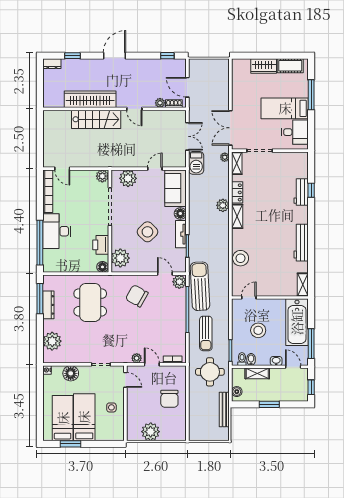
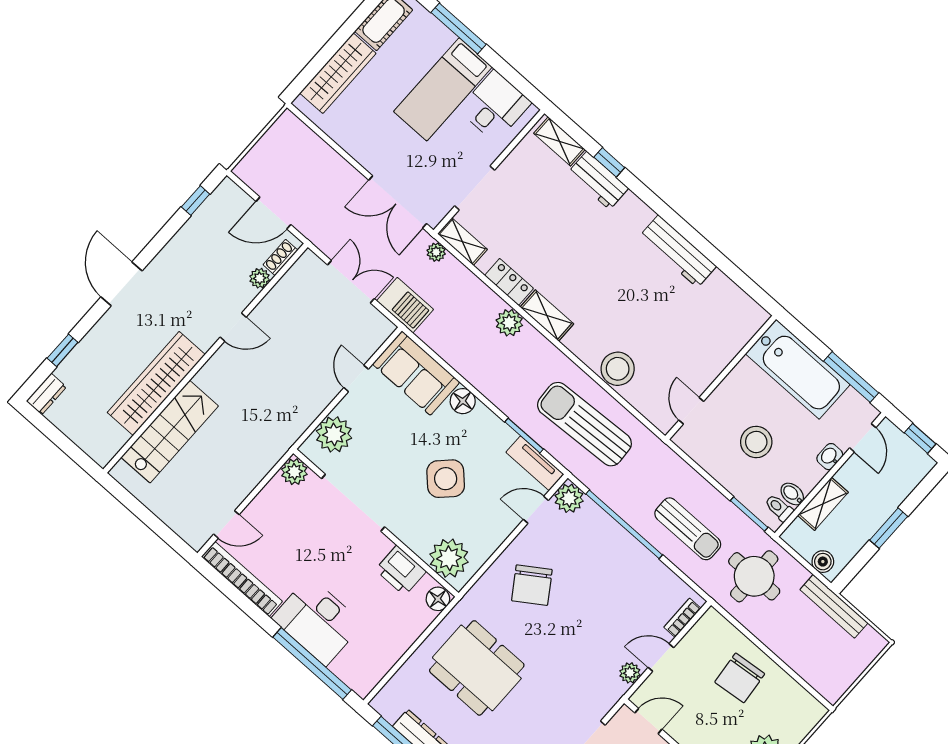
wardrobe: (264, 66) -> (338, 73), width x1.50
stairs: (96, 119) -> (170, 432), moved
tv unit: (181, 234) -> (535, 463), moved
shelving: (303, 285) -> (559, 141), moved
sun lounger: (200, 286) -> (584, 424), moved
chair: (137, 296) -> (532, 585), turned -63
door: (293, 367) -> (863, 438), swing flipped
chair: (169, 399) -> (740, 678), turned 84

